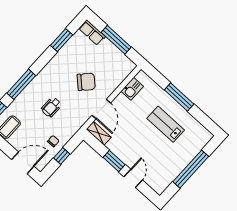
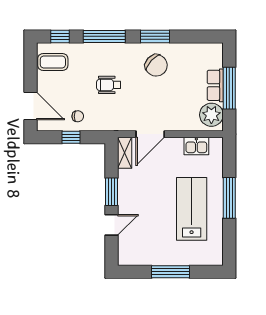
row of seats: (92, 33) -> (215, 85), moved
window: (61, 40) -> (155, 36), moved
plant: (122, 64) -> (211, 115), added
chair: (86, 82) -> (156, 65), moved
lab bench: (166, 124) -> (192, 209), width x1.36, depth x1.39
window: (191, 169) -> (171, 272), width x0.68

